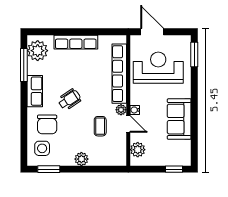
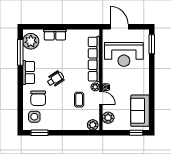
row of seats: (76, 42) -> (55, 35), width x0.68
reception desk: (158, 68) -> (124, 54), turned 180
sofa: (179, 119) -> (140, 111), moved
plant: (81, 159) -> (93, 125), moved

